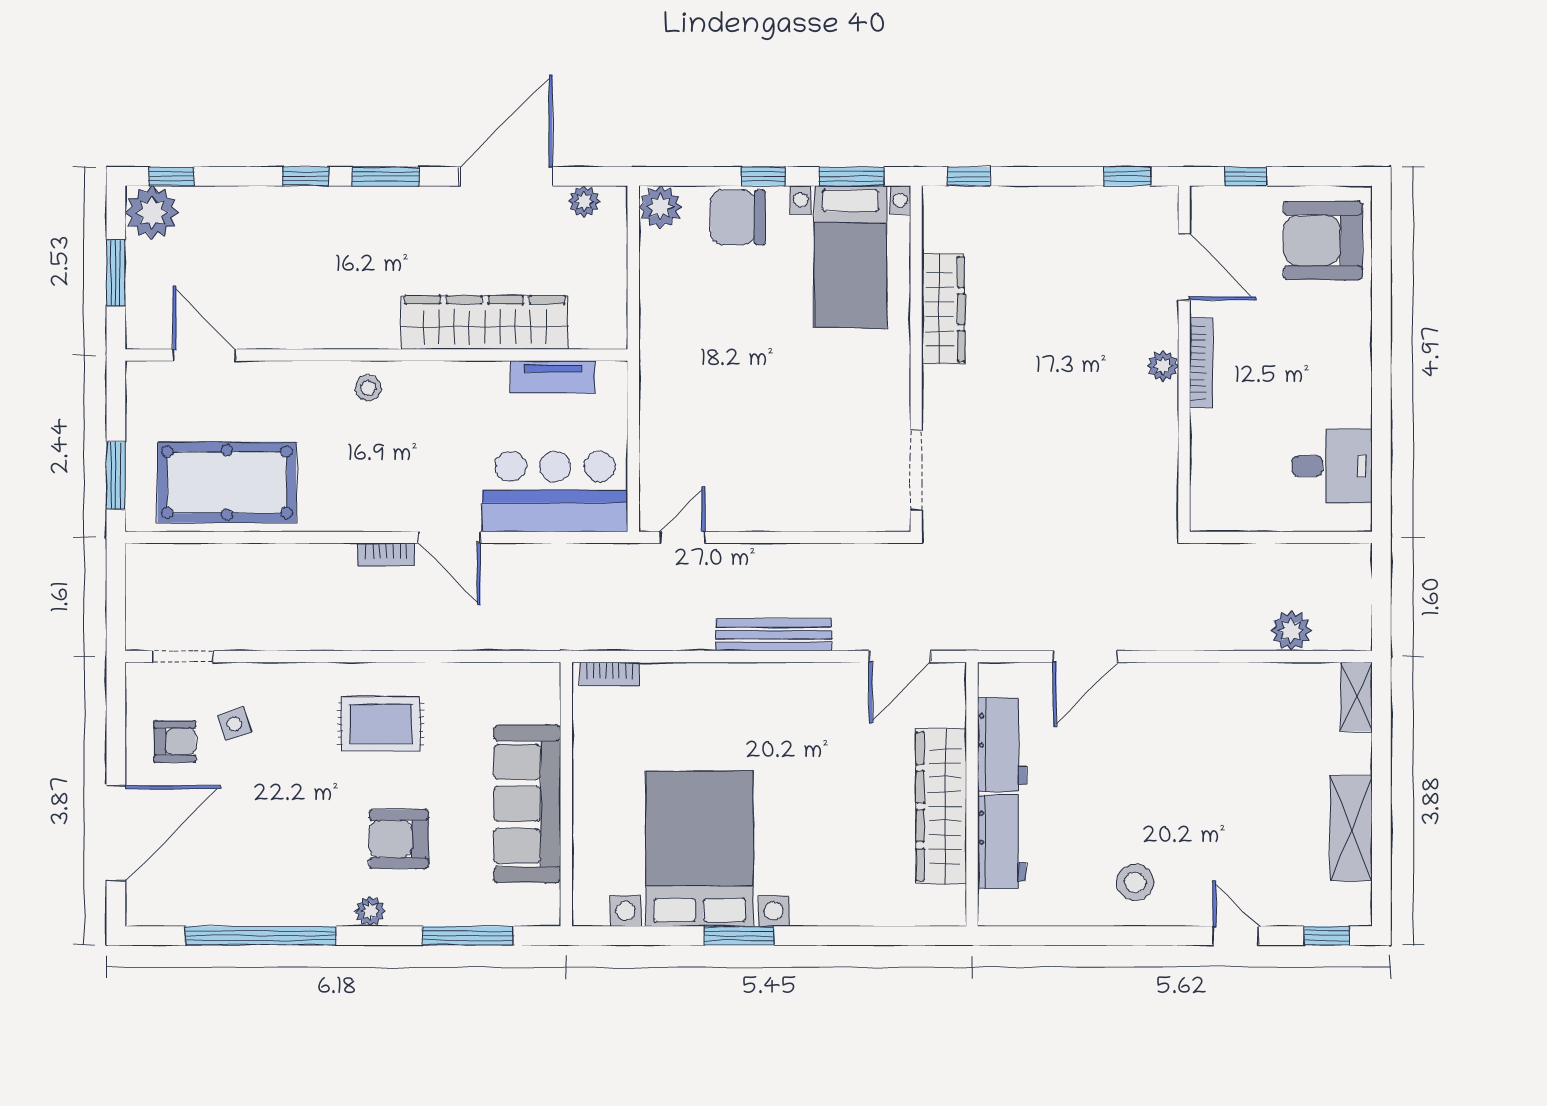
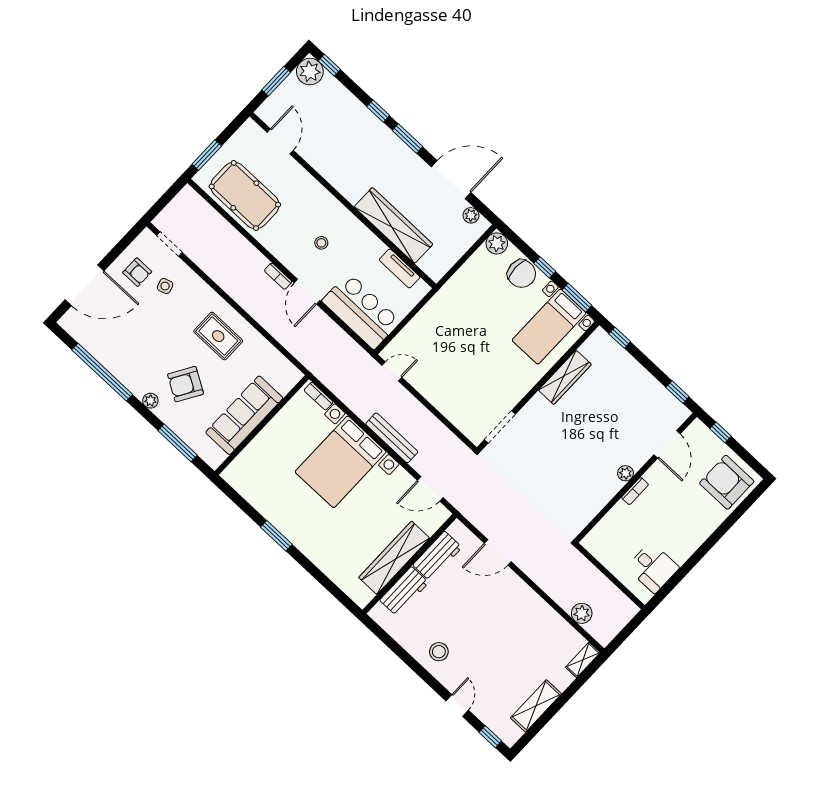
chair: (738, 217) -> (522, 274), turned 180
bookcase: (1201, 363) -> (635, 491), width x0.64
stool: (368, 388) -> (321, 243), moved
armchair: (399, 839) -> (186, 384), turned -59
bed with nightstands: (700, 849) -> (341, 462), moved, turned 180

